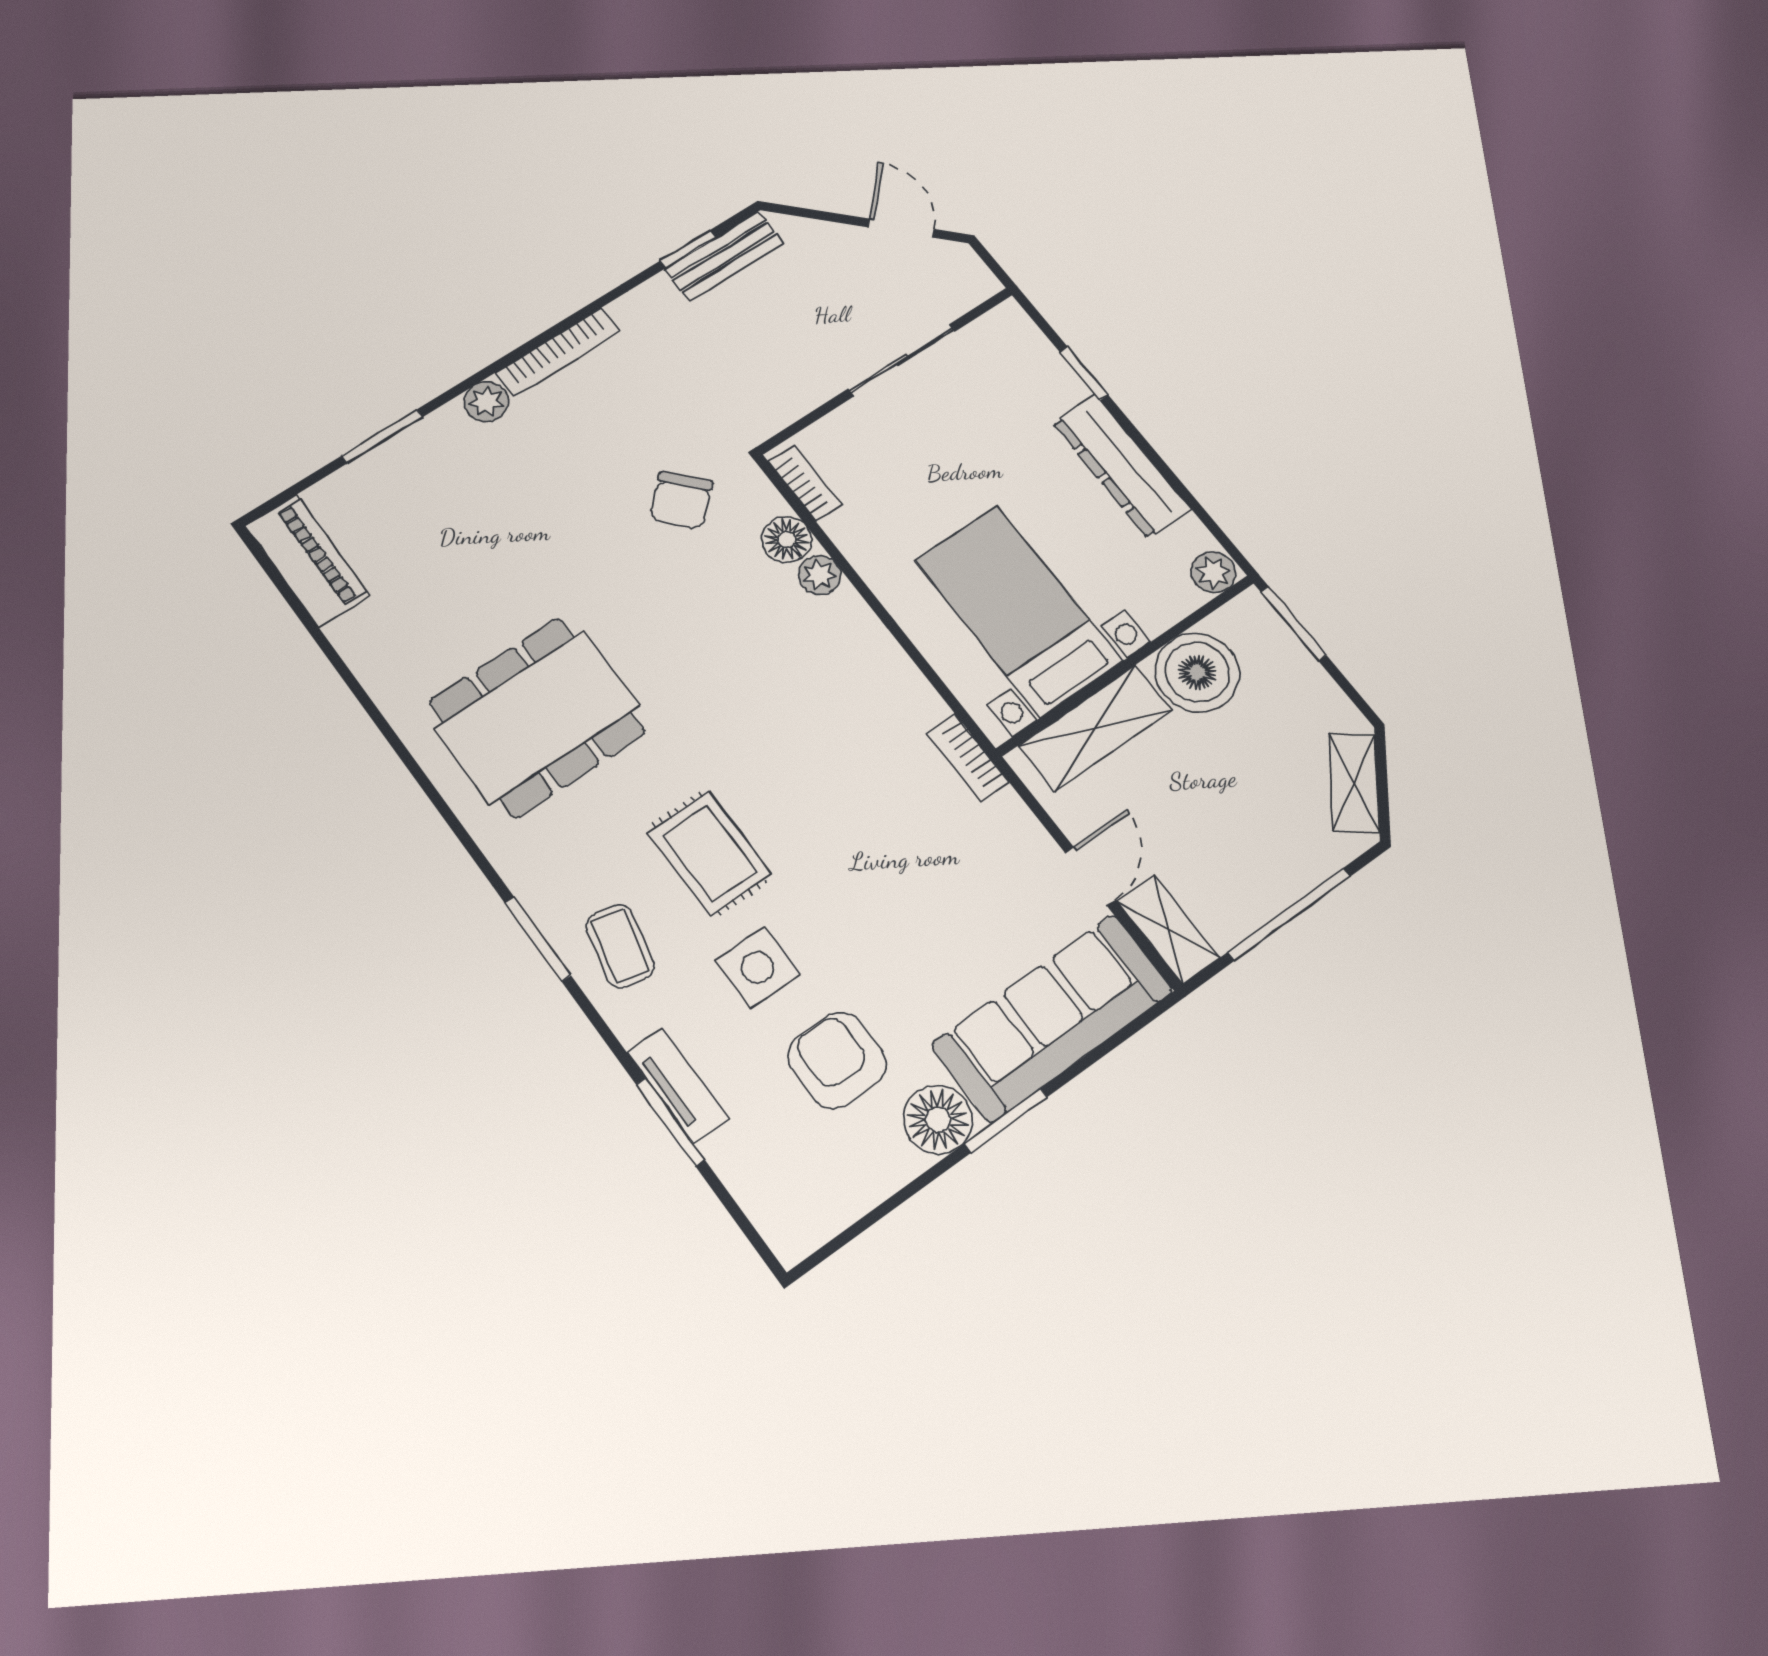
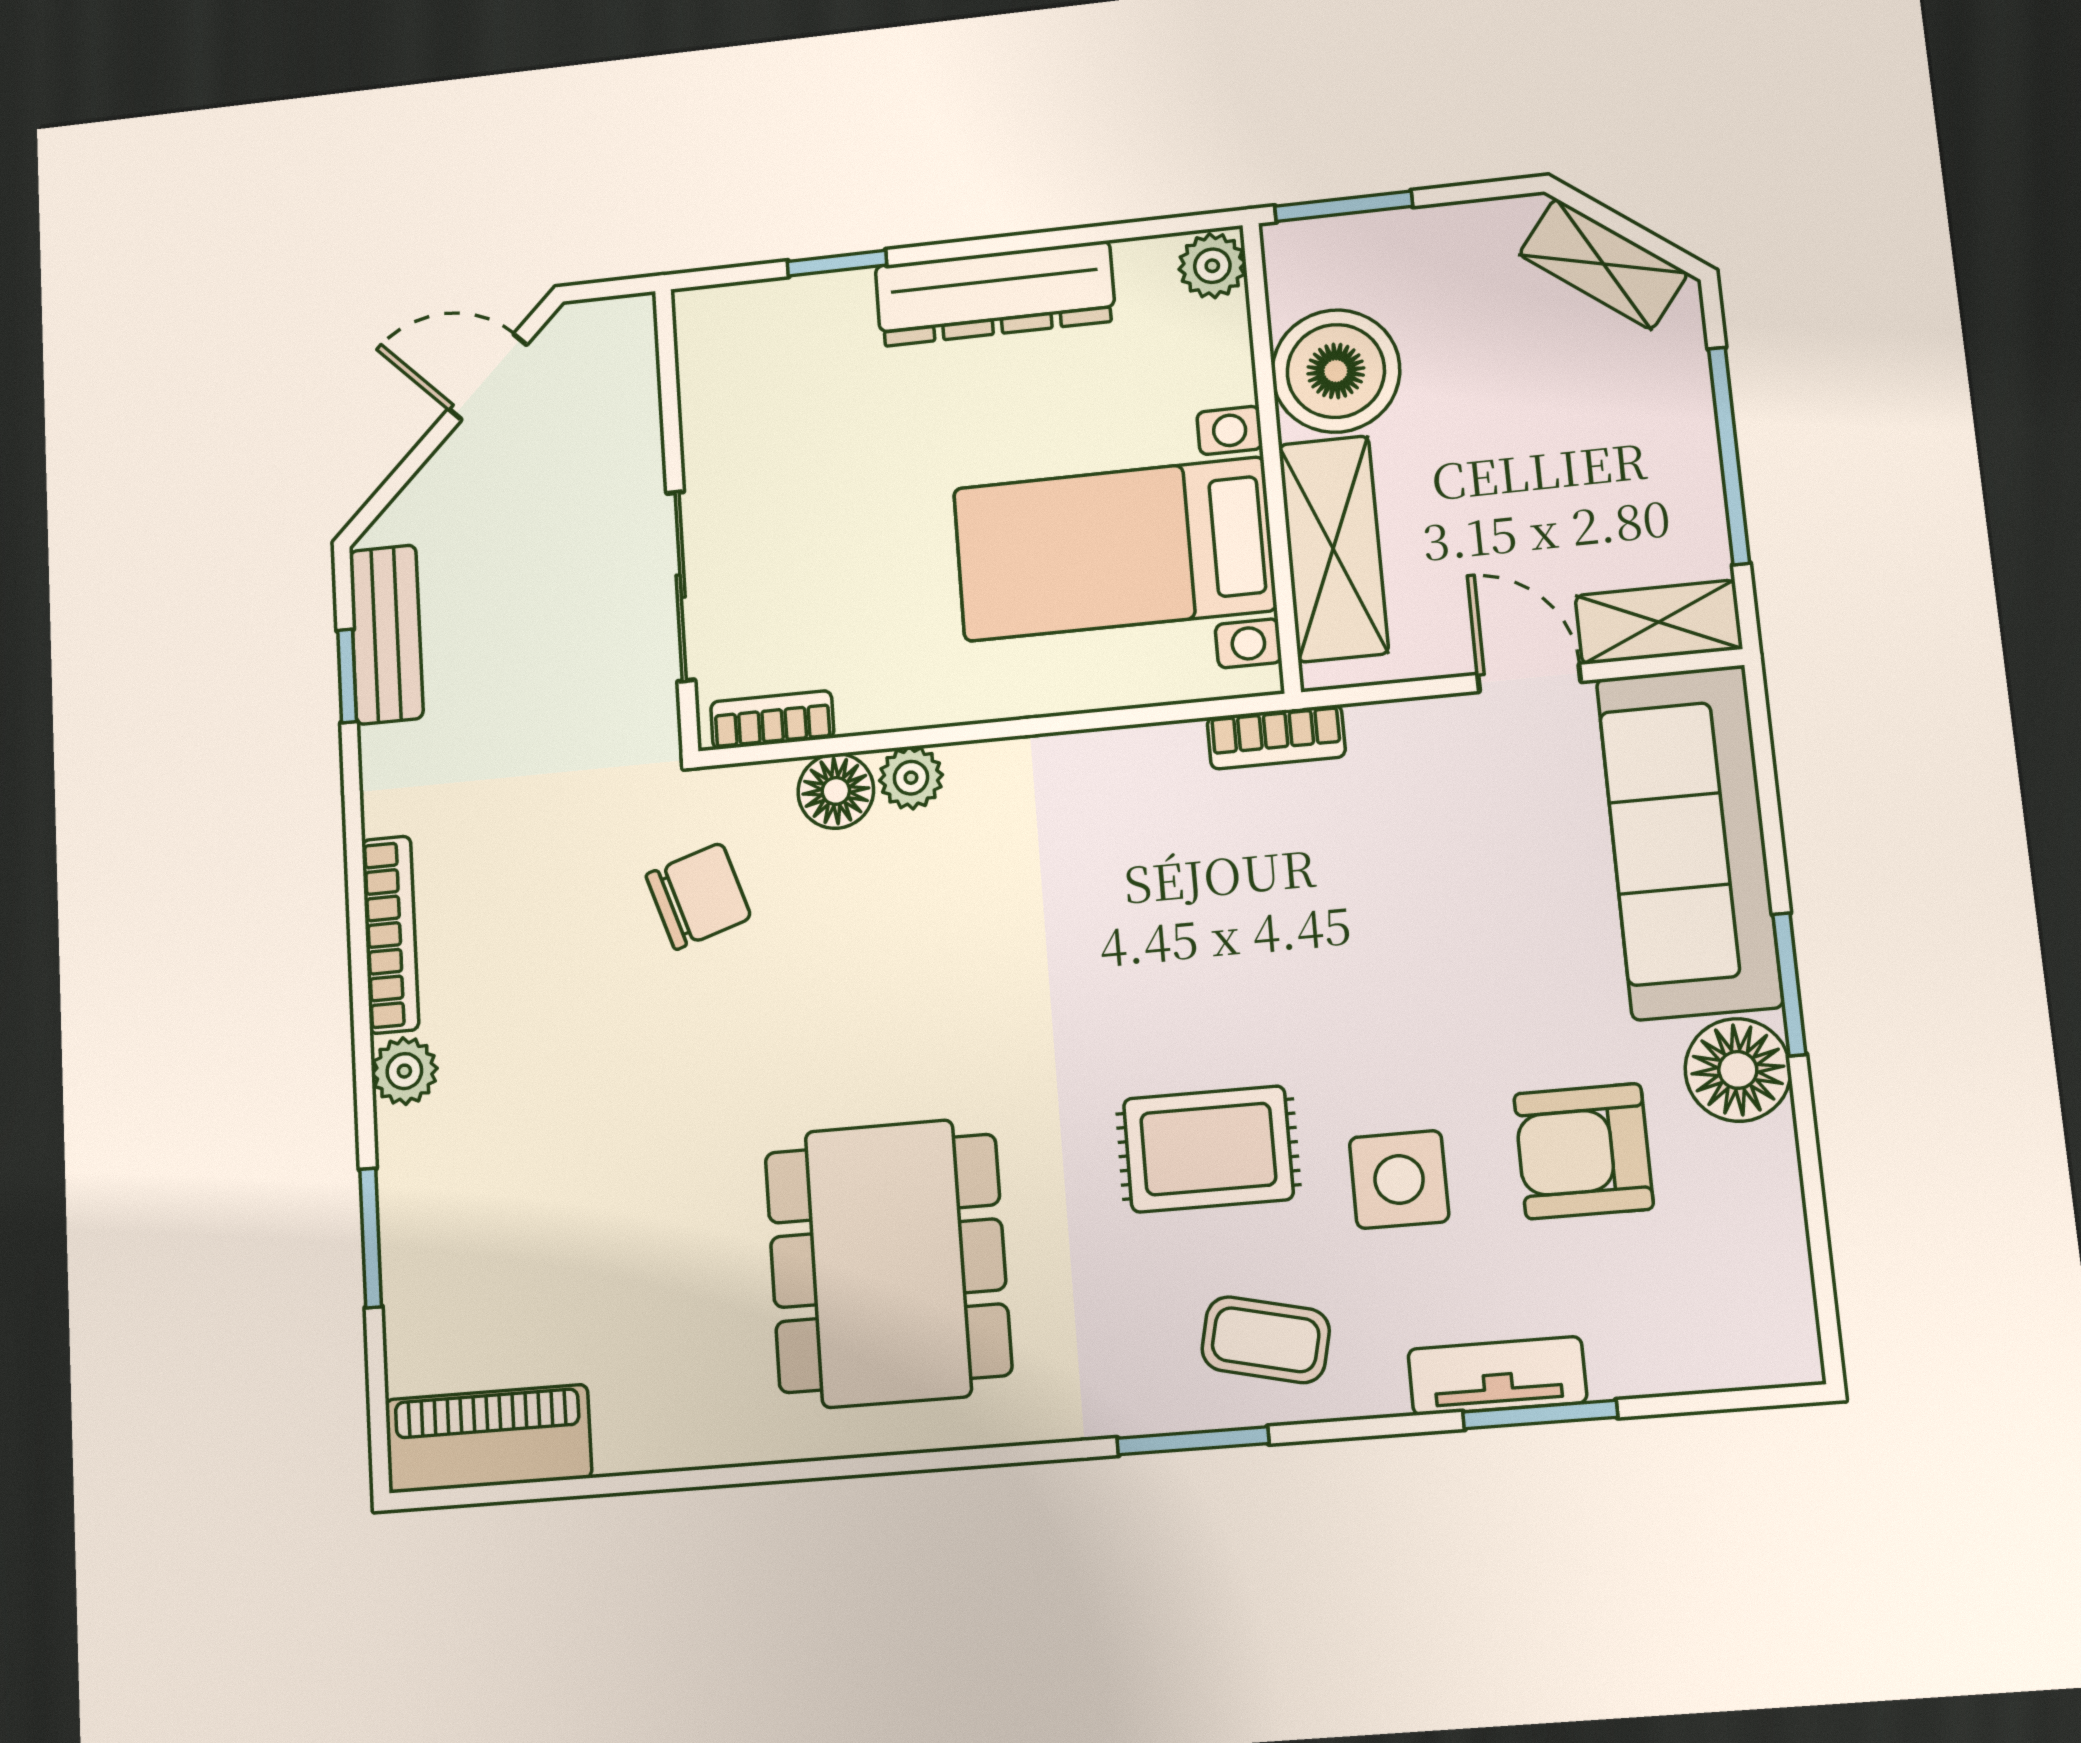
sliding door: (902, 360) -> (681, 586), moved
chair: (681, 500) -> (698, 896), turned -65

